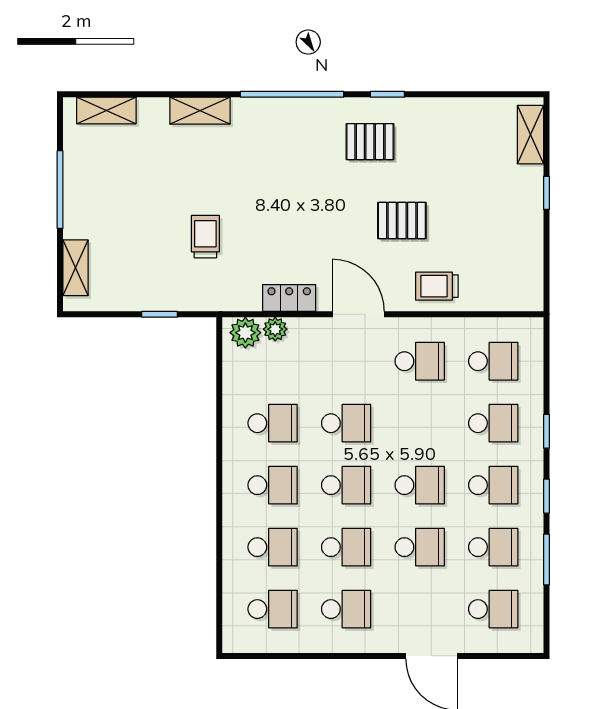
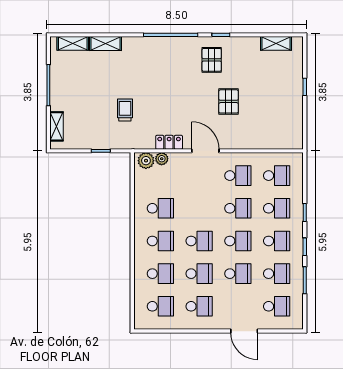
shelving: (200, 111) -> (105, 44), moved
shelving: (530, 135) -> (276, 43), moved, turned 90
pallet: (370, 142) -> (212, 60), turned 90
pallet: (402, 221) -> (229, 101), turned 90
trolley: (437, 286) -> (247, 136), removed
school desk: (346, 423) -> (238, 208), moved

